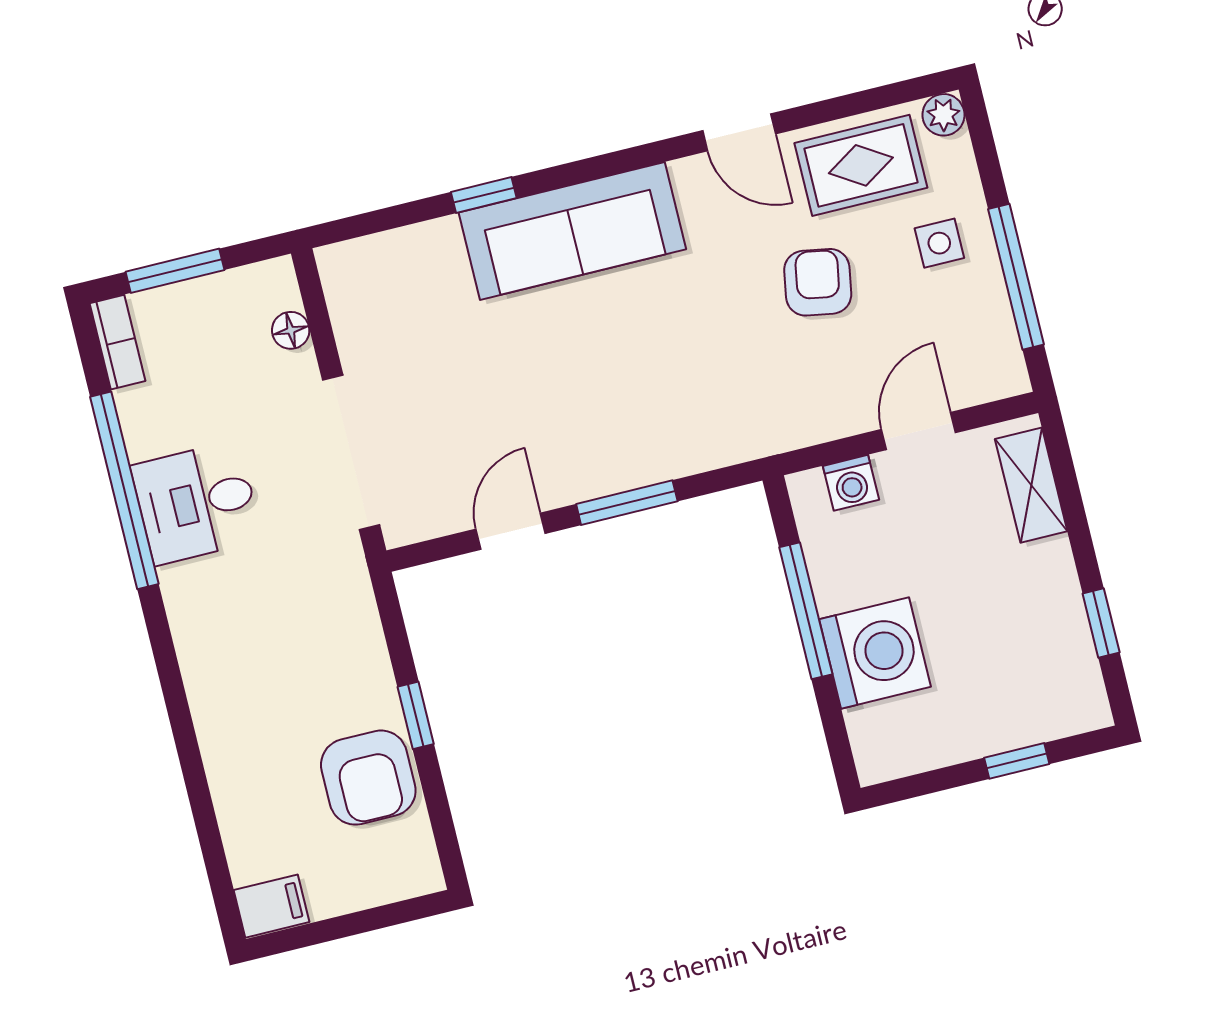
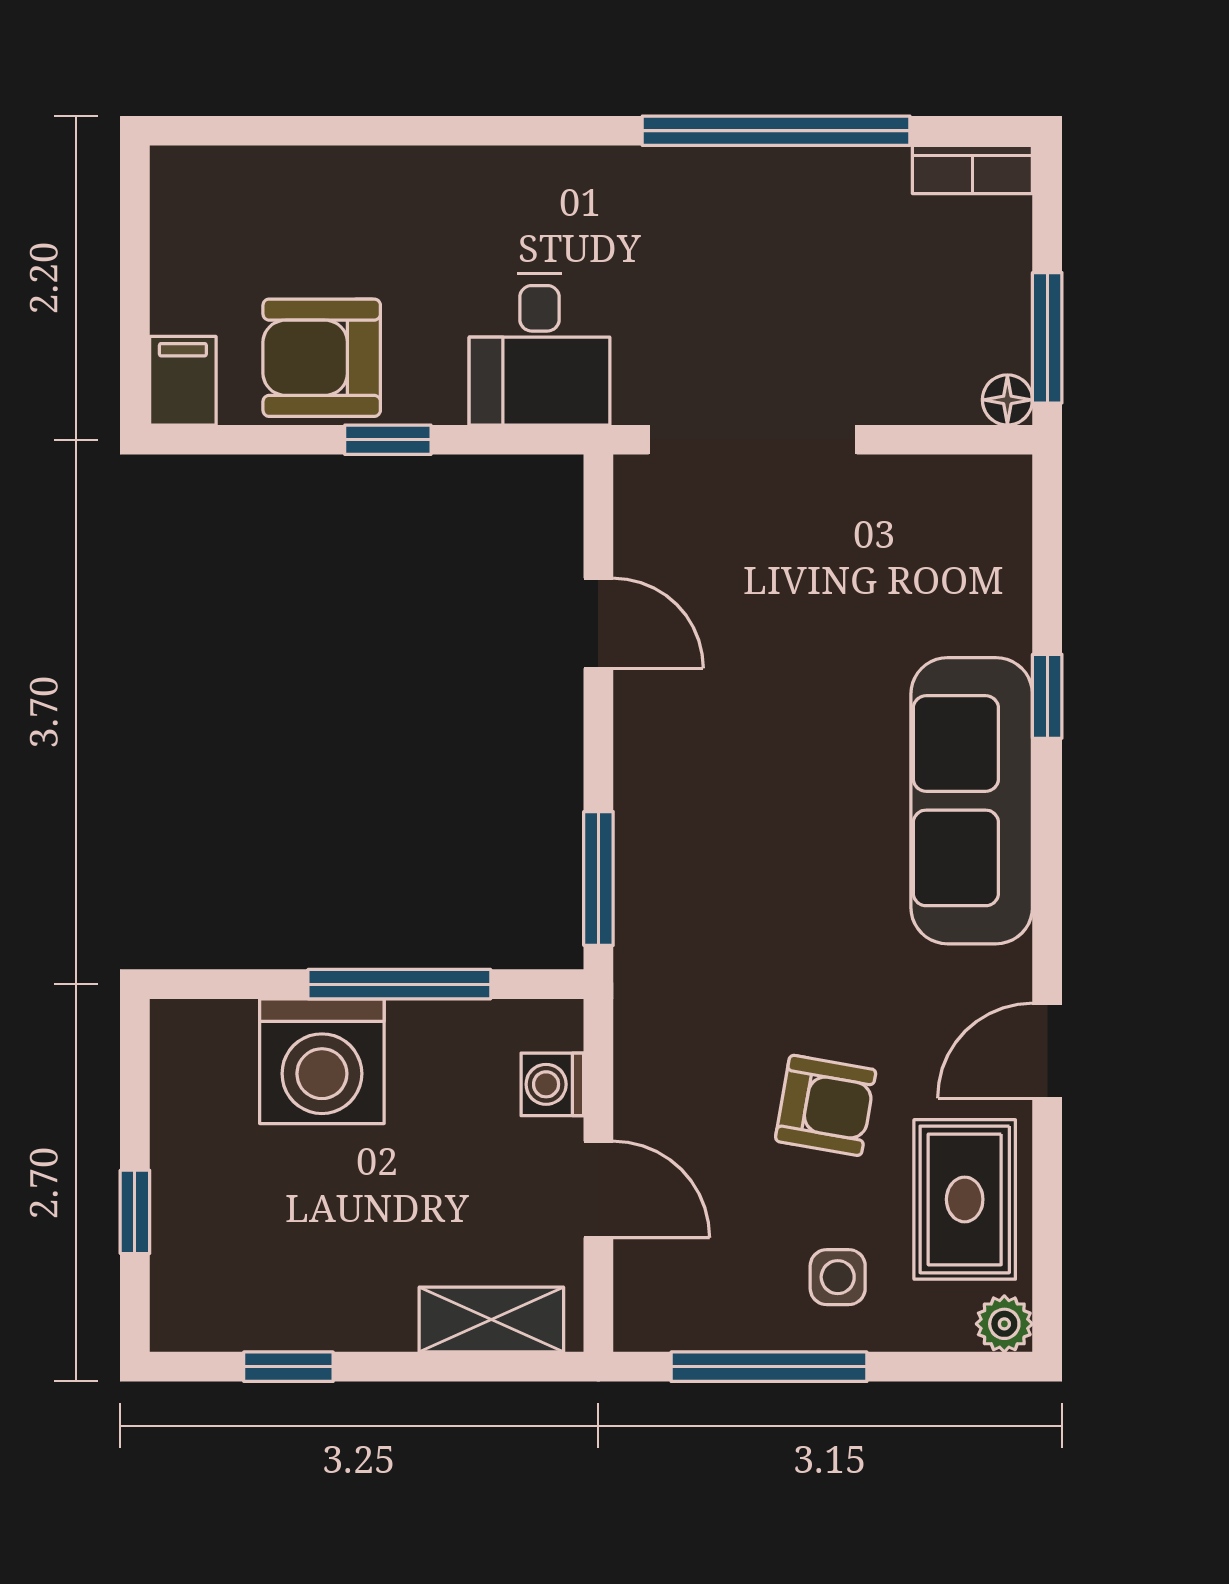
window: (175, 271) -> (1047, 338), moved
floor lamp: (291, 330) -> (1007, 400), moved
desk: (197, 503) -> (539, 349), moved, turned 180
window: (627, 503) -> (598, 878), moved
filing cabinet: (272, 906) -> (183, 381), moved, turned 180

